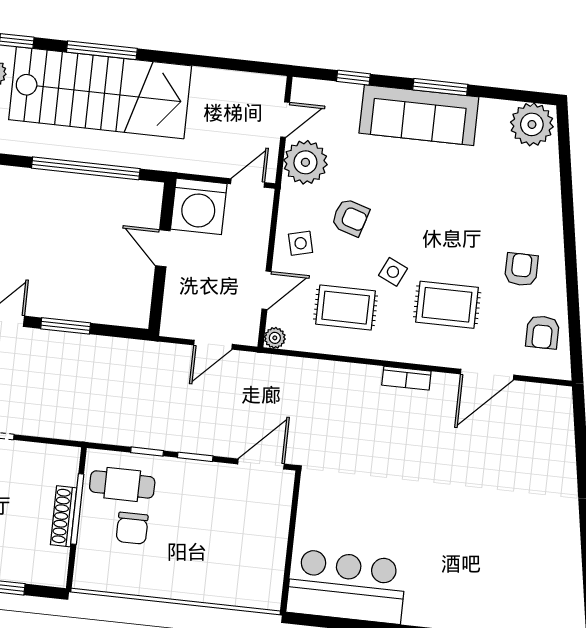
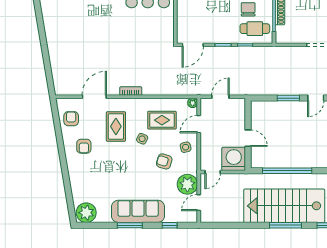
rug: (447, 305) -> (116, 126), turned 90

